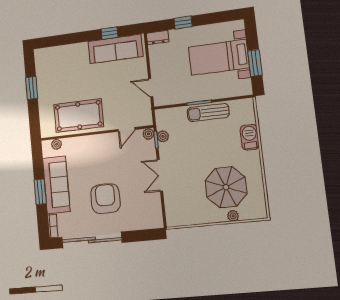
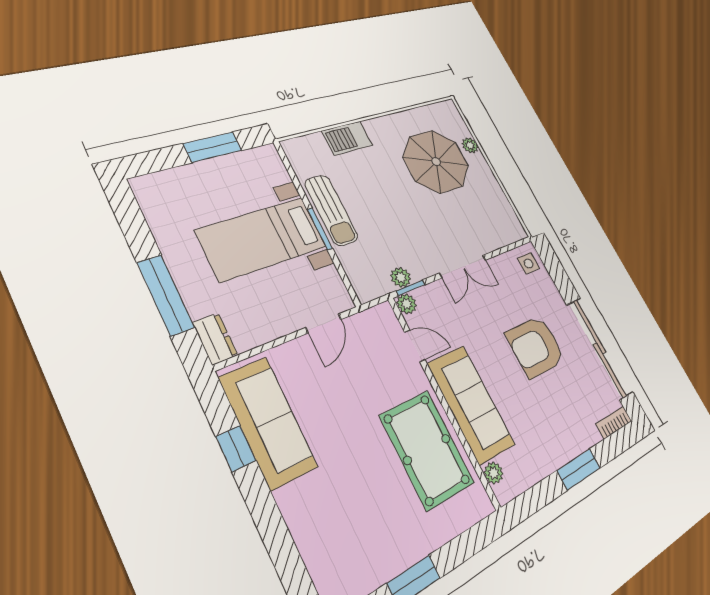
window: (183, 22) -> (166, 295), width x2.17
bed with nightstands: (219, 57) -> (262, 239), moved, turned 90
sofa: (56, 185) -> (471, 404), moved, turned 90
side table: (151, 219) -> (528, 263), added

